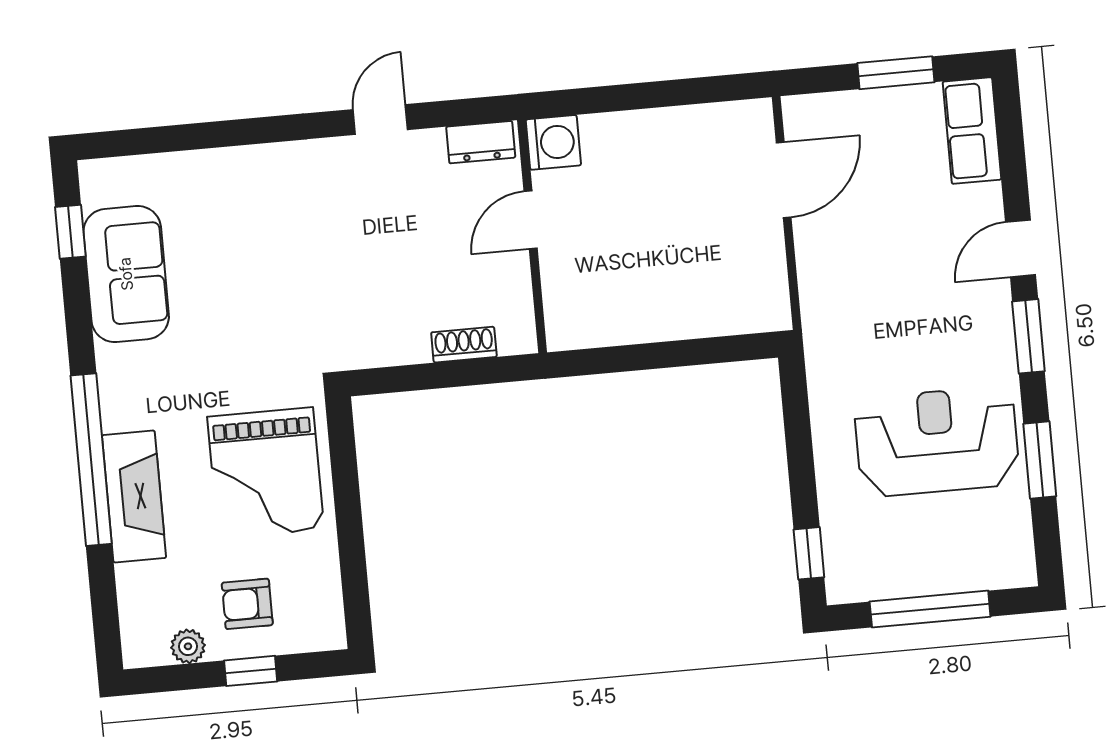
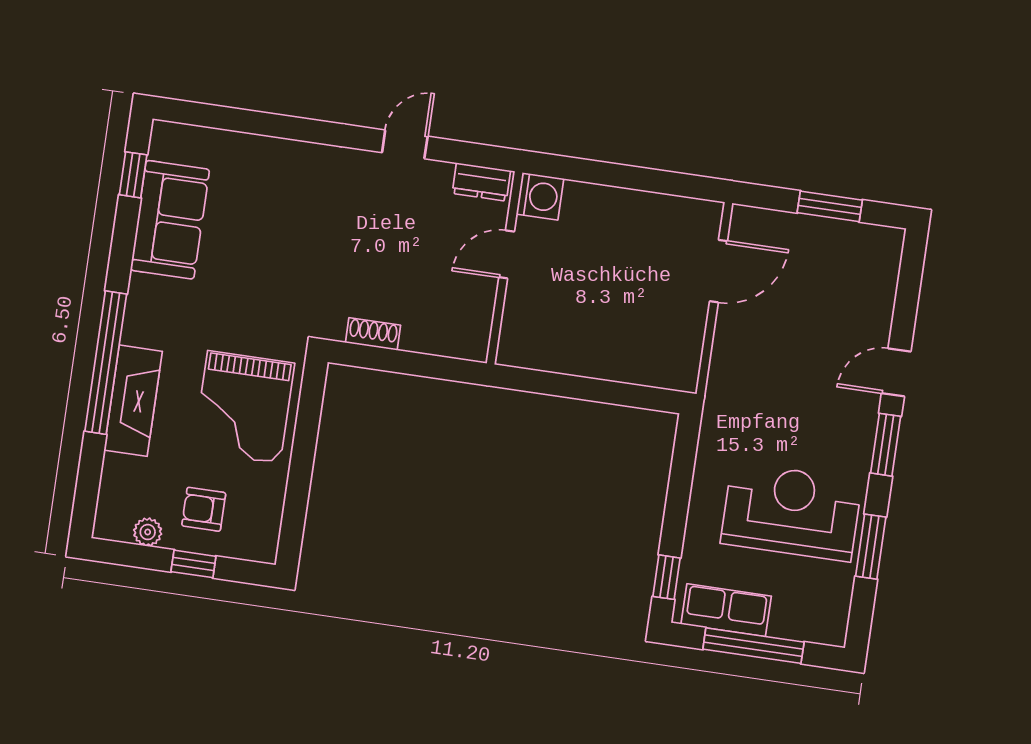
row of seats: (972, 131) -> (726, 610), moved, turned 90
shoe rack: (464, 345) -> (373, 334), moved

